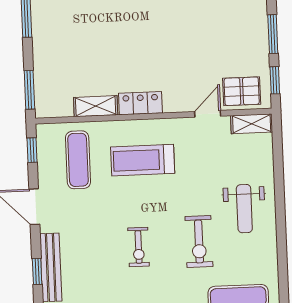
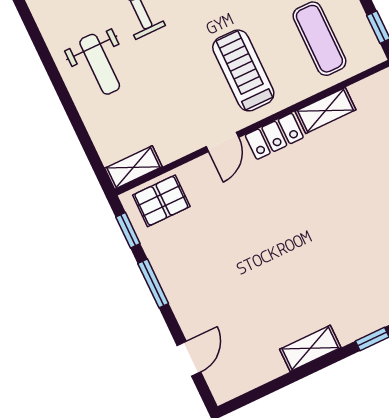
door: (208, 114) -> (222, 142), moved
treadmill: (143, 160) -> (243, 70), turned -90
weight bench: (244, 209) -> (100, 64), turned 180

